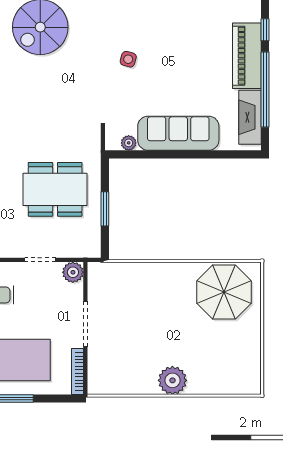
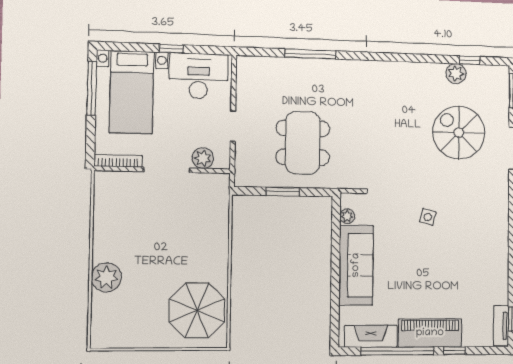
plant: (73, 272) -> (203, 158), moved
plant: (172, 380) -> (106, 277), moved

